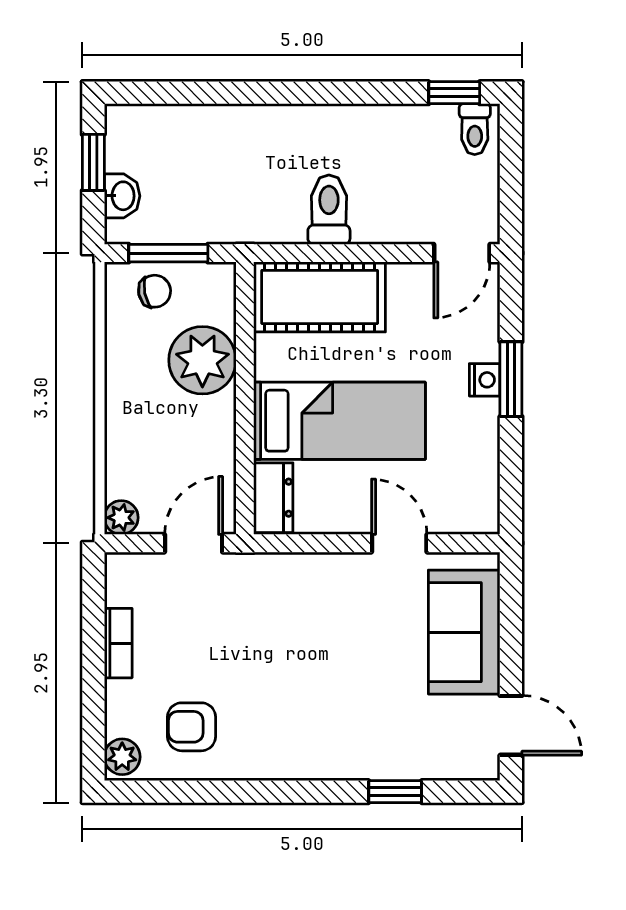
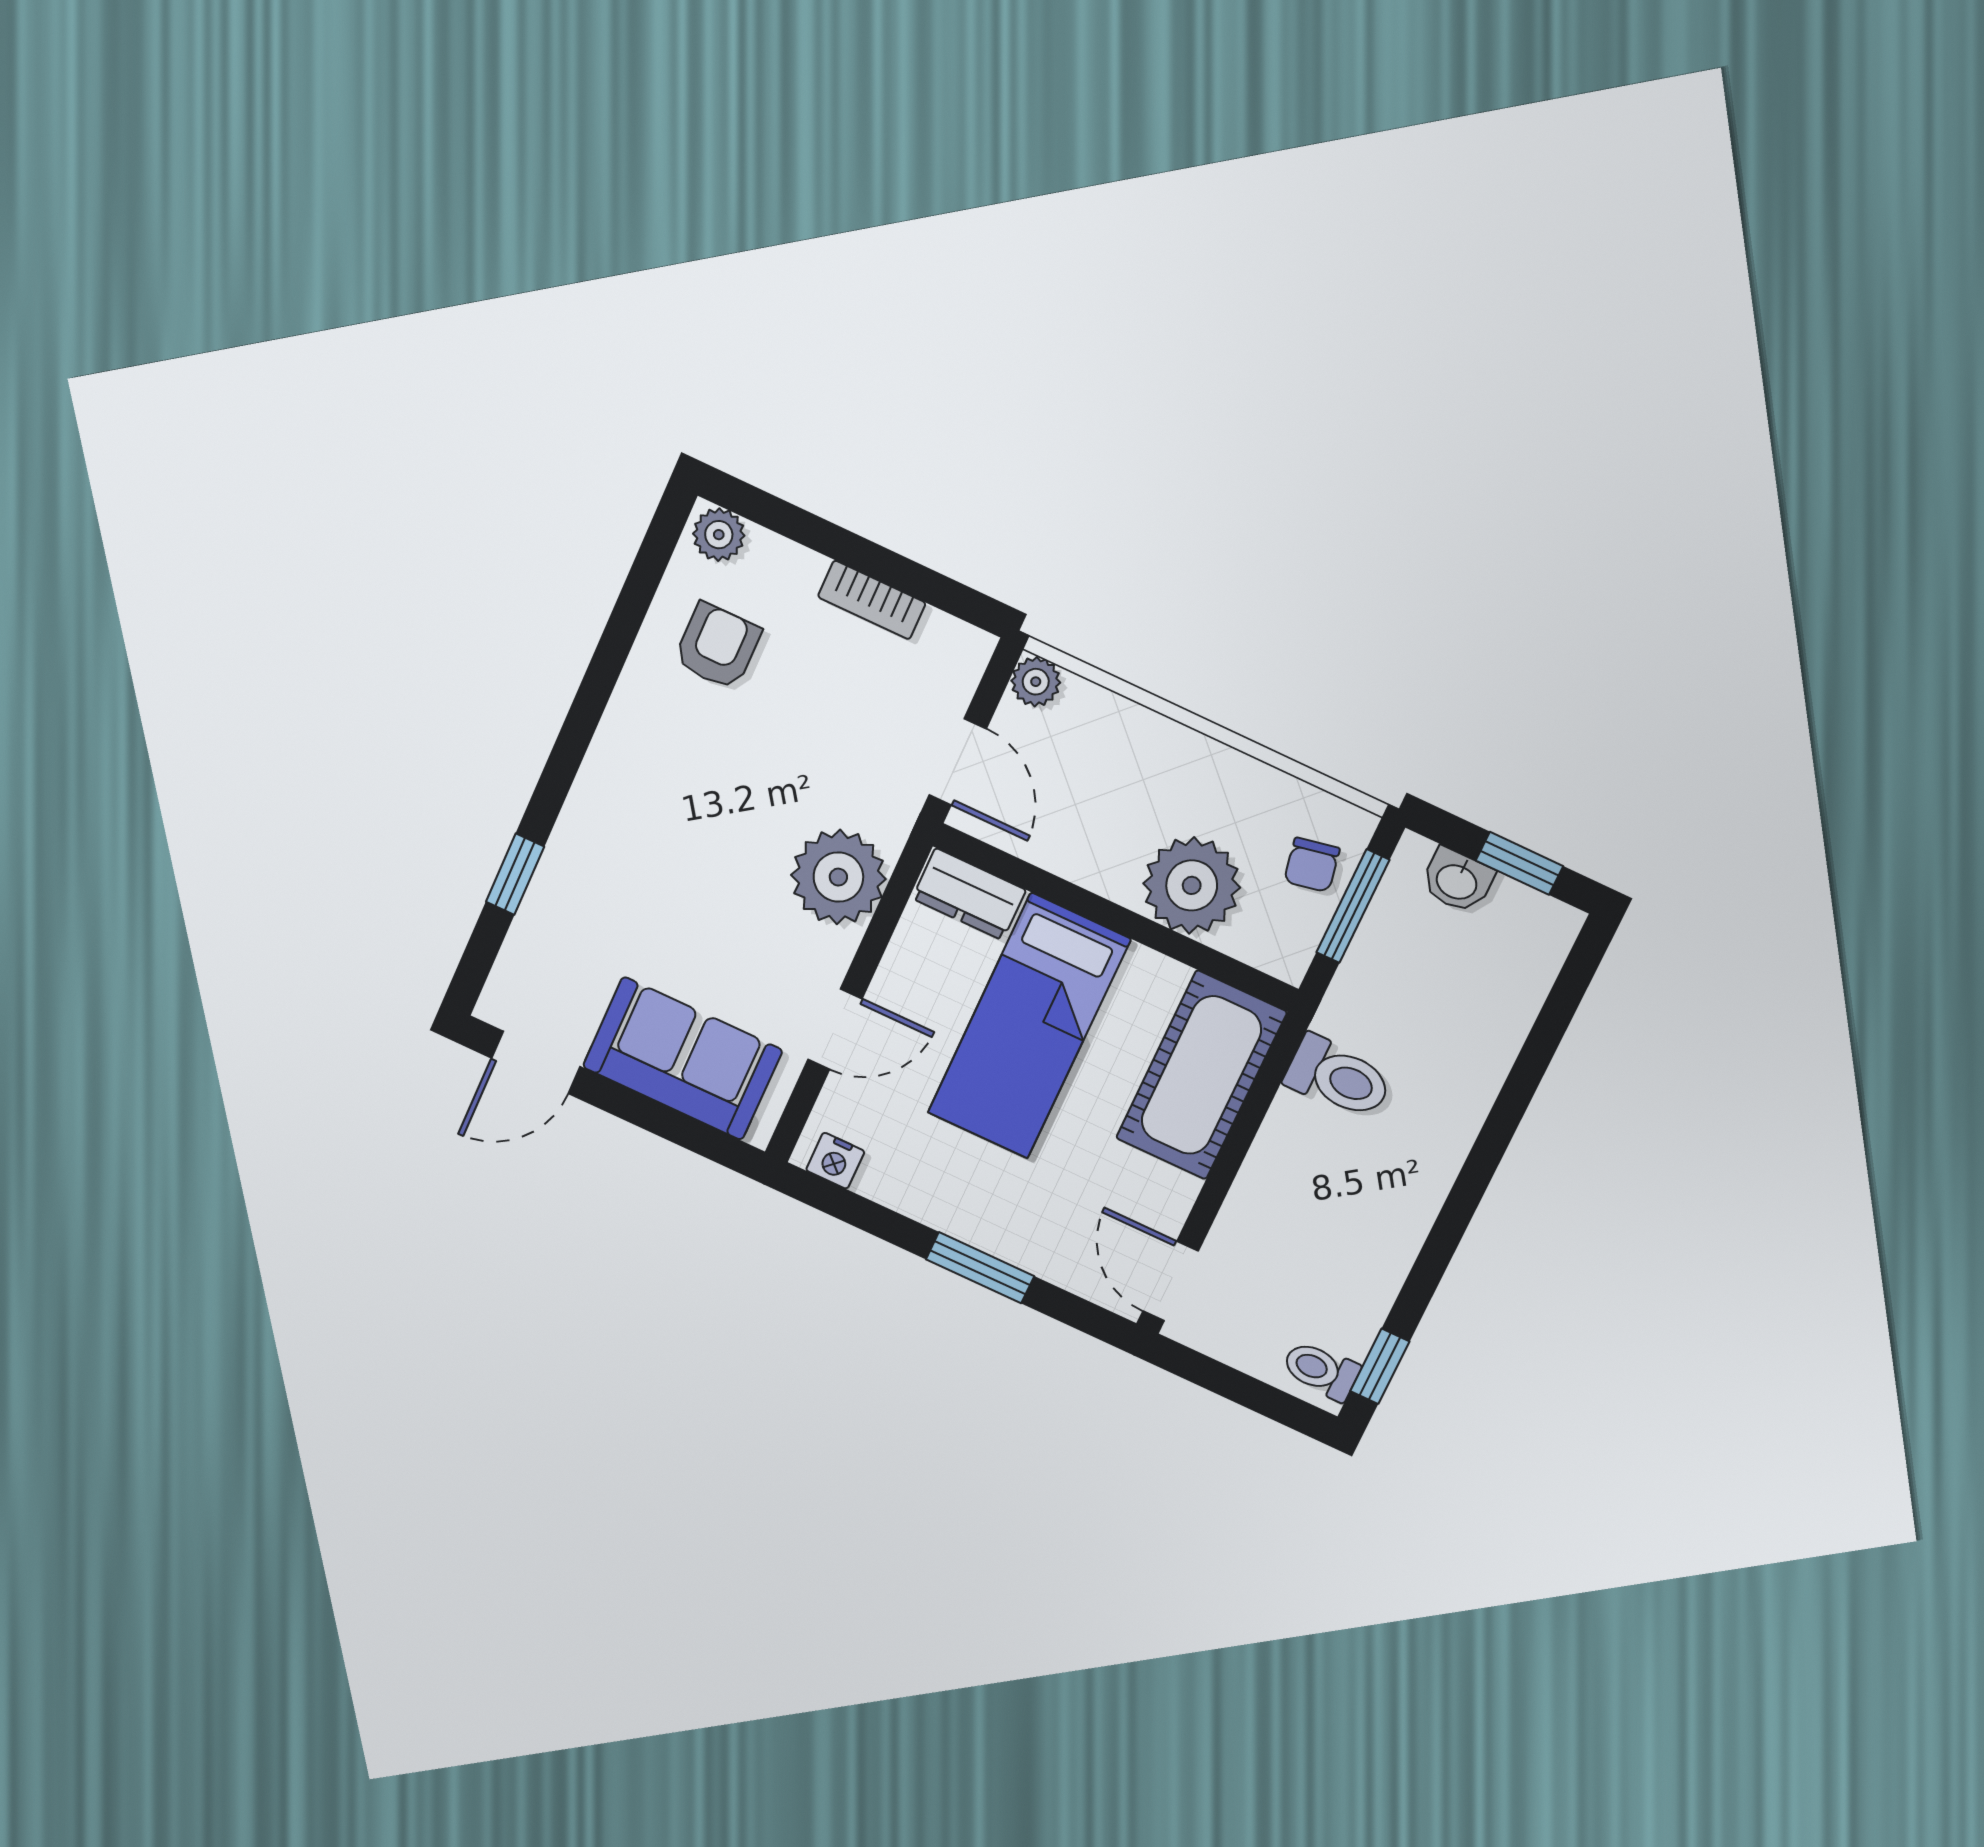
toilet: (329, 210) -> (1338, 1077), moved
nightstand: (485, 380) -> (835, 1161), moved
plant: (301, 585) -> (838, 877), added

